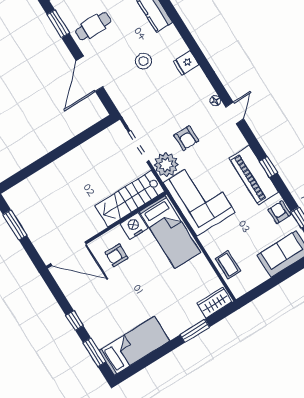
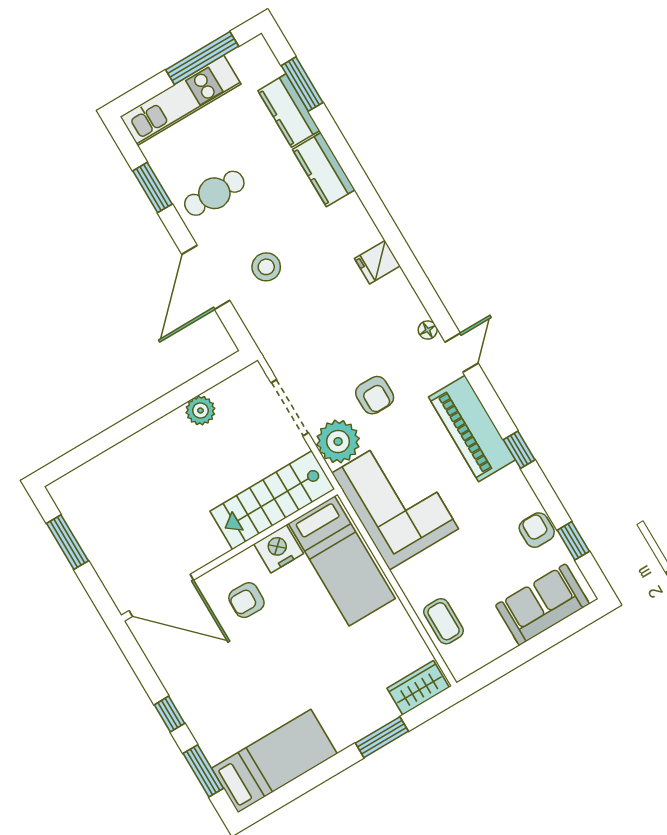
stool: (143, 61) -> (266, 267), moved
plant: (88, 149) -> (200, 411), added
piano: (254, 175) -> (472, 428), moved

